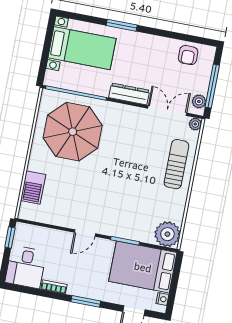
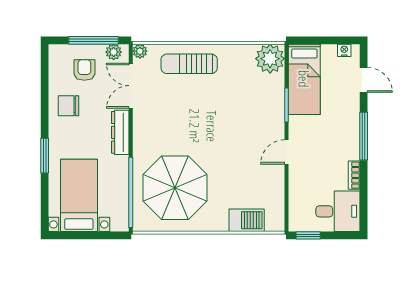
chair: (160, 54) -> (68, 106), added
armchair: (188, 55) -> (84, 70), moved, turned -90
door: (85, 233) -> (287, 152), swing flipped
bed: (143, 267) -> (304, 79), width x0.67
window: (86, 301) -> (364, 136), width x1.44

